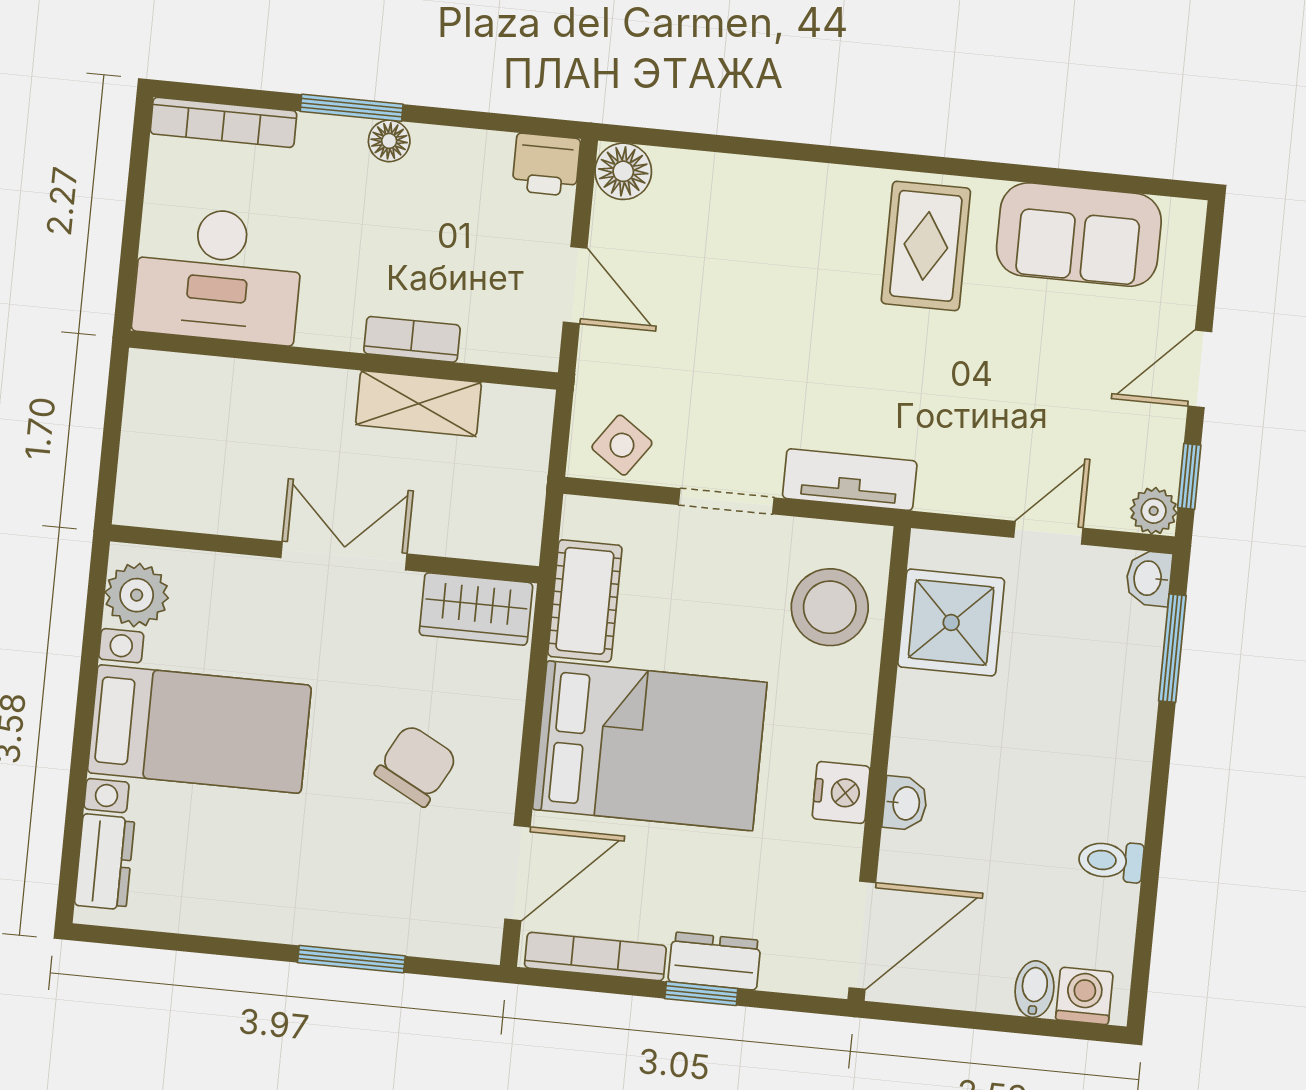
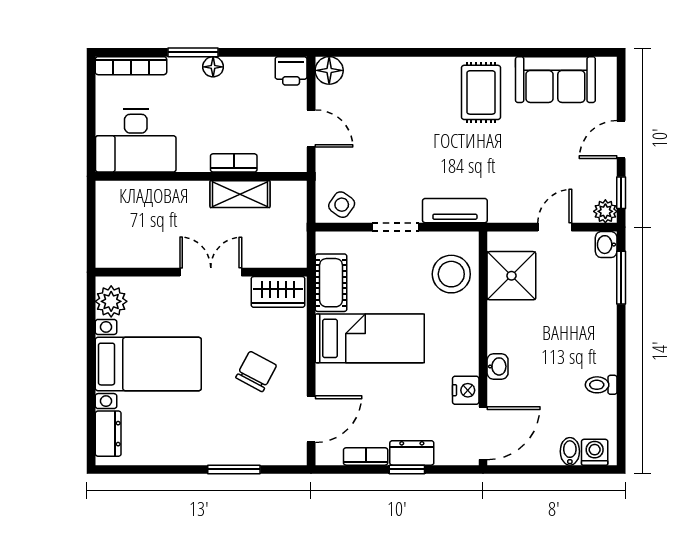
bed: (650, 746) -> (370, 338), width x0.67
nightstand: (841, 792) -> (466, 390), moved
bookcase: (595, 957) -> (366, 456), width x0.64

